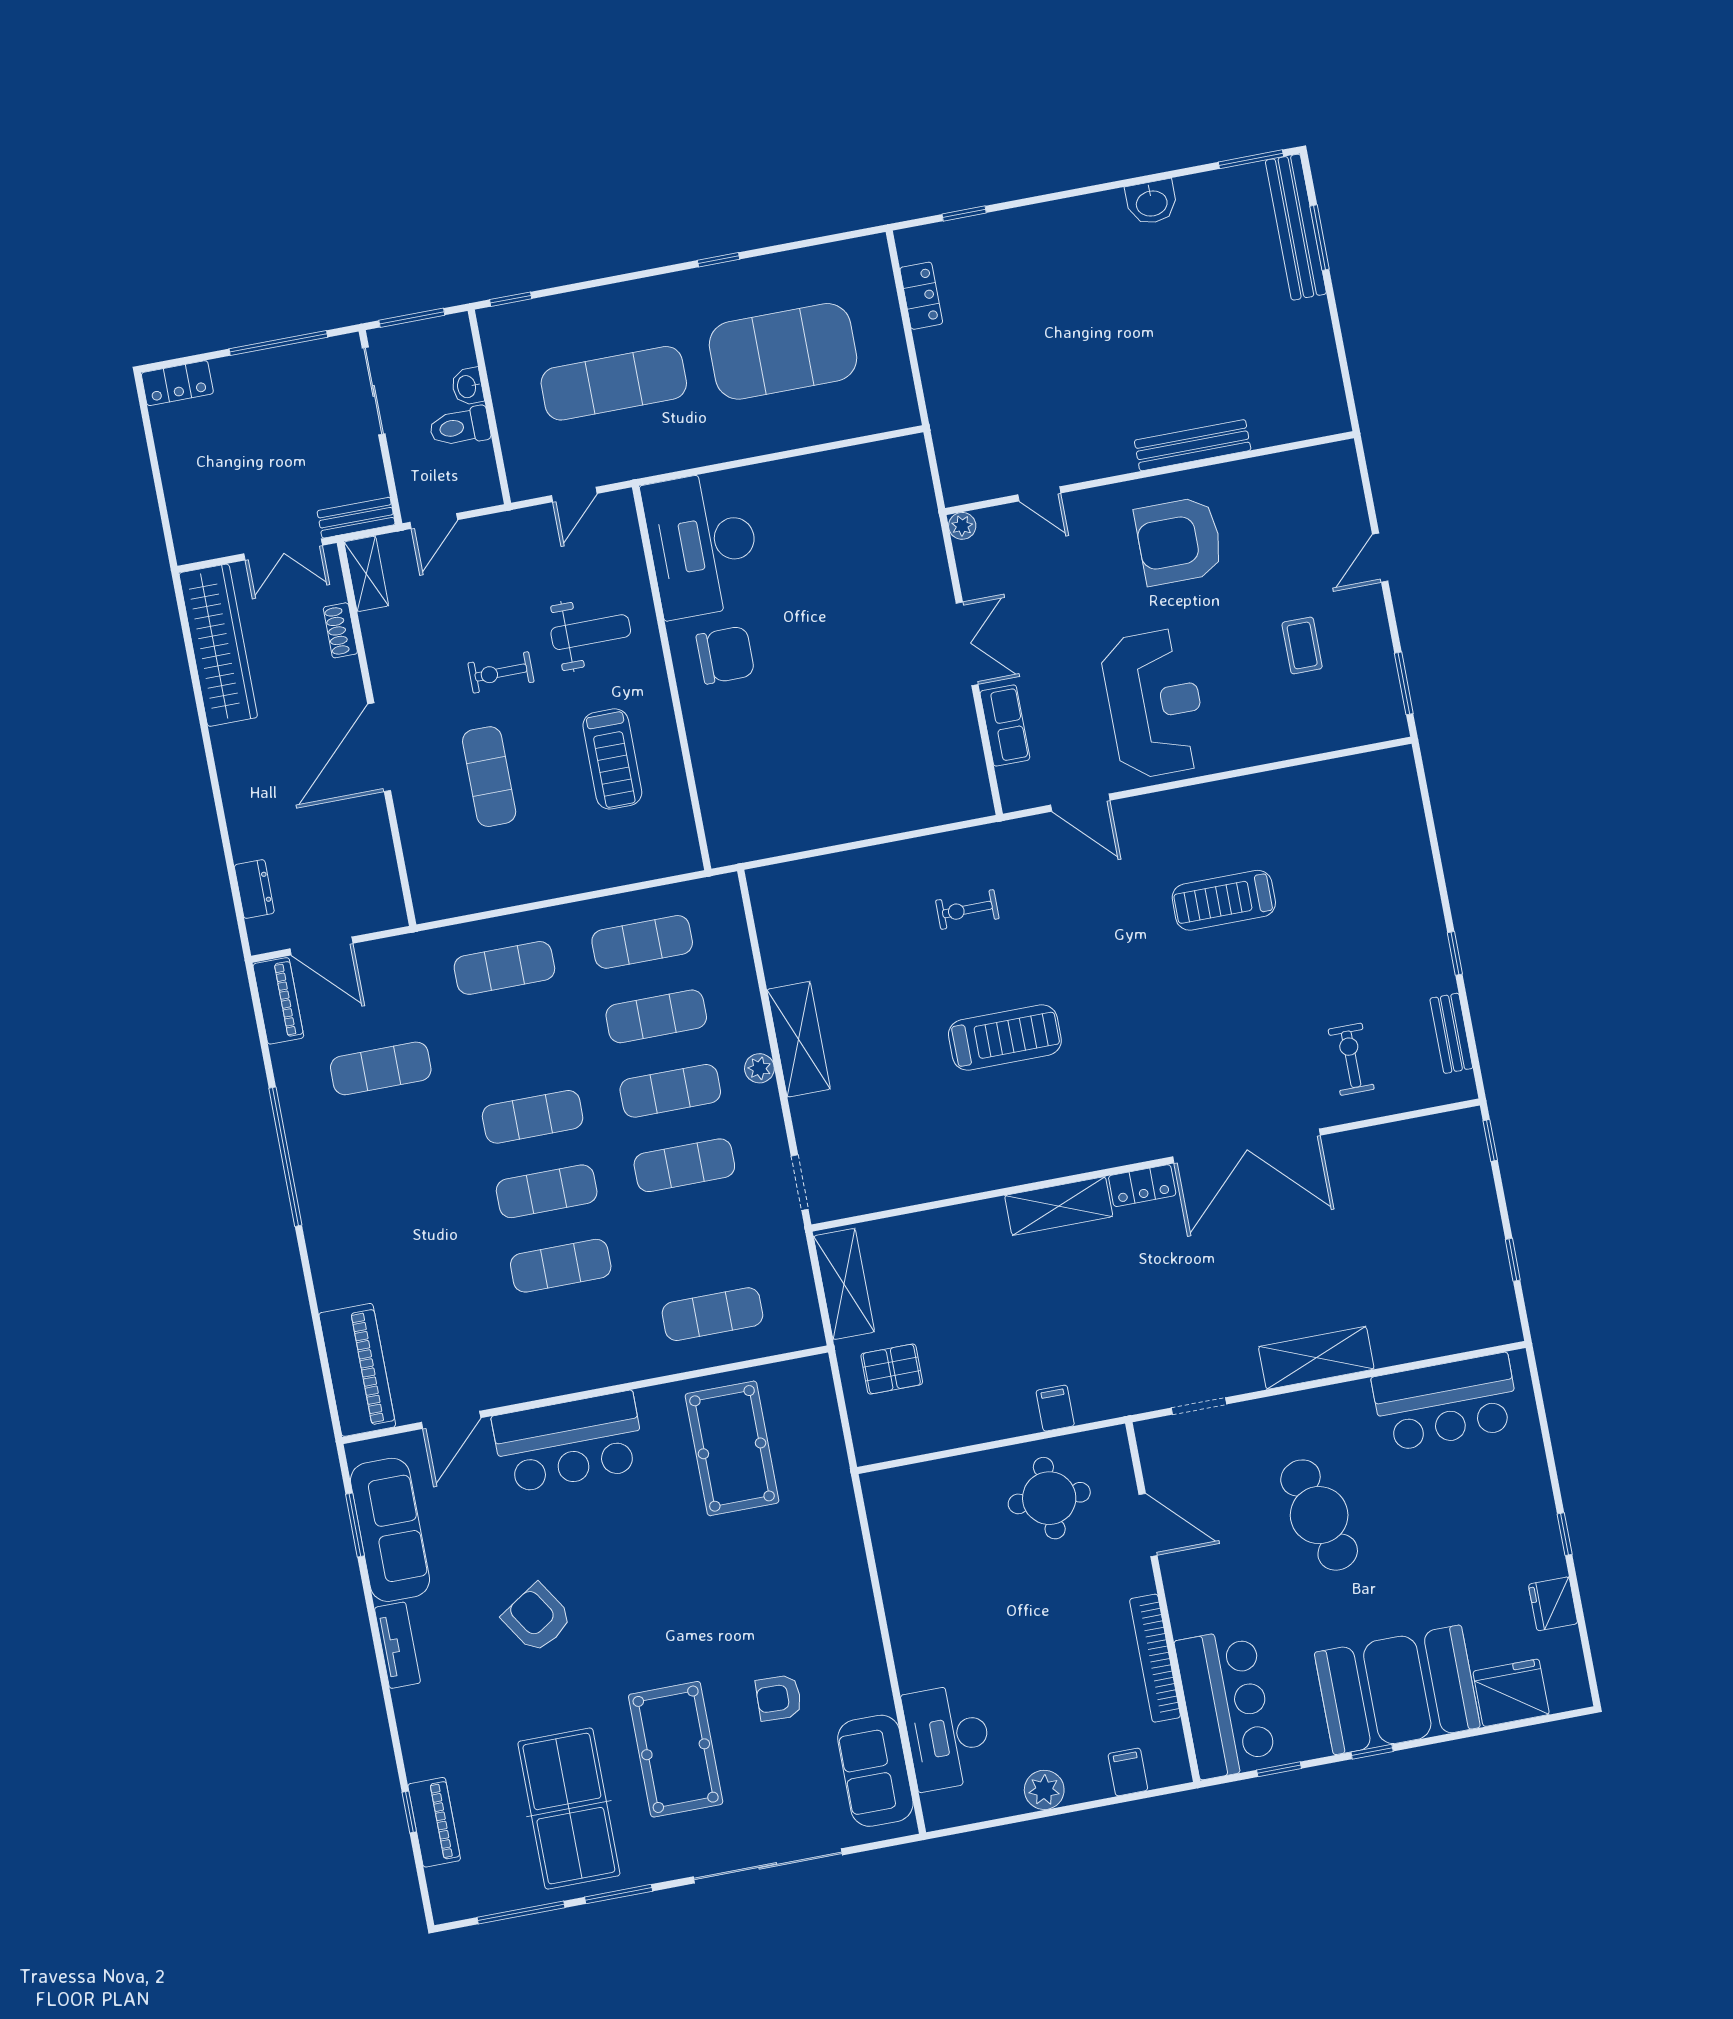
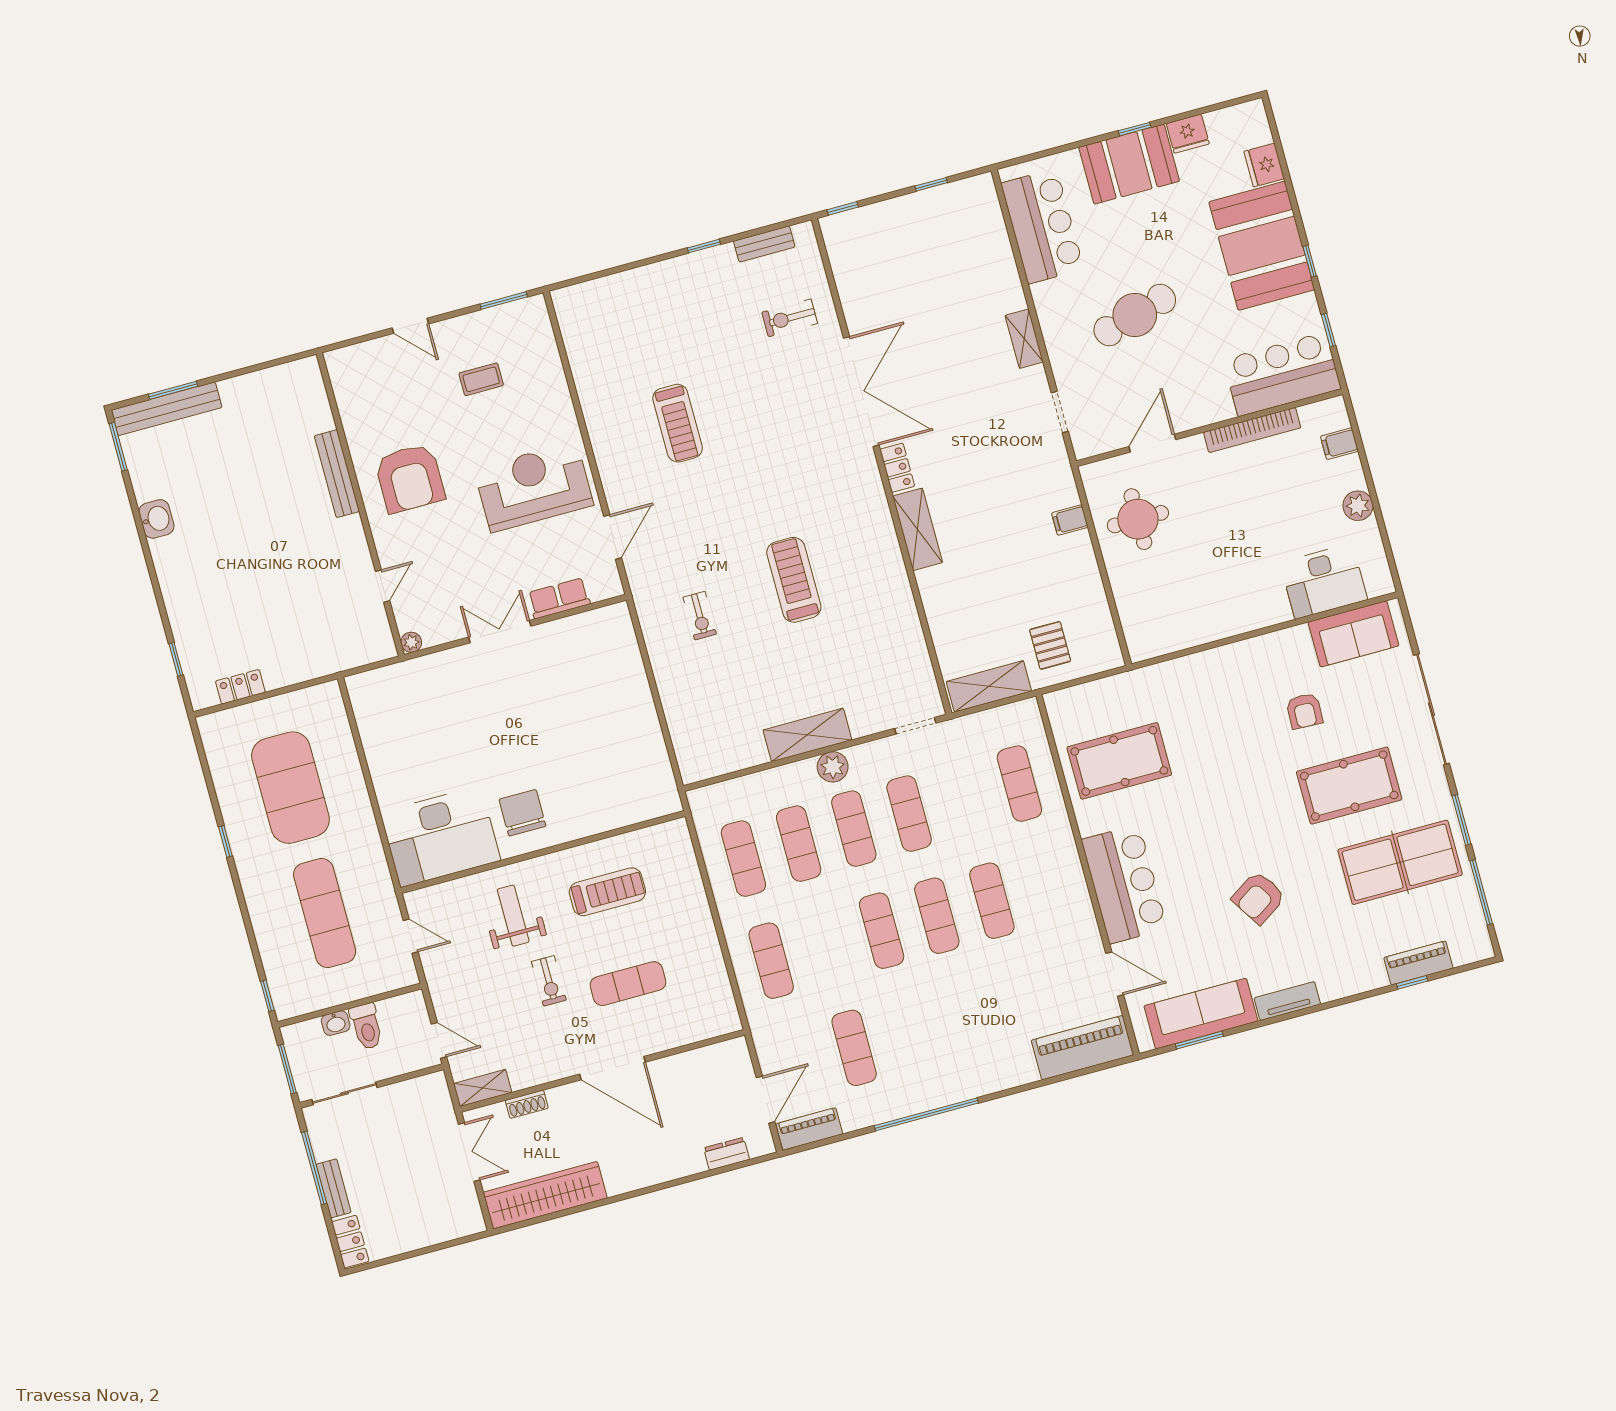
bench: (356, 518) -> (334, 1188), moved
plant: (759, 1068) -> (833, 767), width x1.38, depth x1.38
shelving: (1316, 1358) -> (1024, 339), width x0.67, depth x0.75
booth: (1519, 1523) -> (1129, 164), added
fridge: (1511, 1693) -> (1264, 165), width x0.73, depth x0.75

